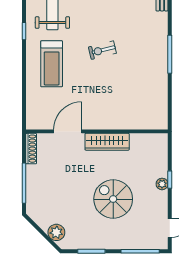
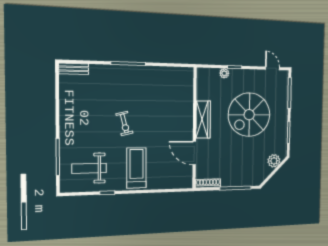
treadmill: (52, 64) -> (136, 168), turned -90
plant: (162, 184) -> (224, 73), moved
spiral stairs: (113, 199) -> (249, 115), width x1.37, depth x1.37

